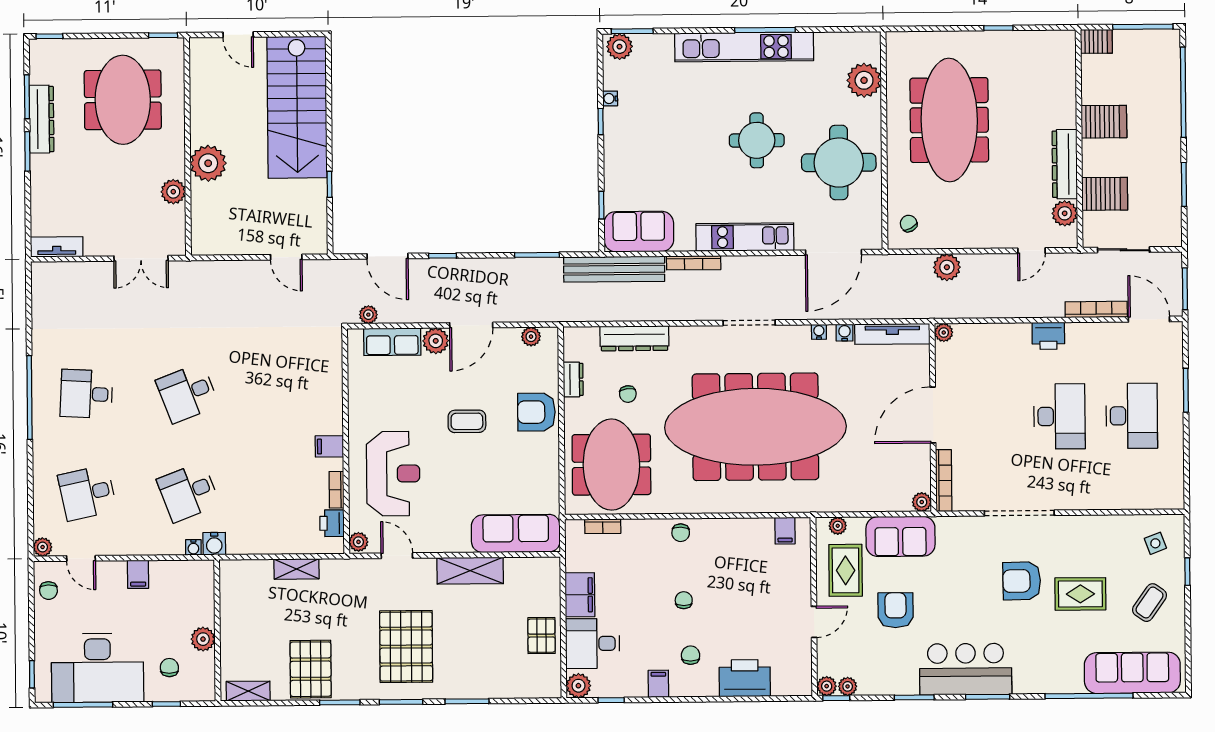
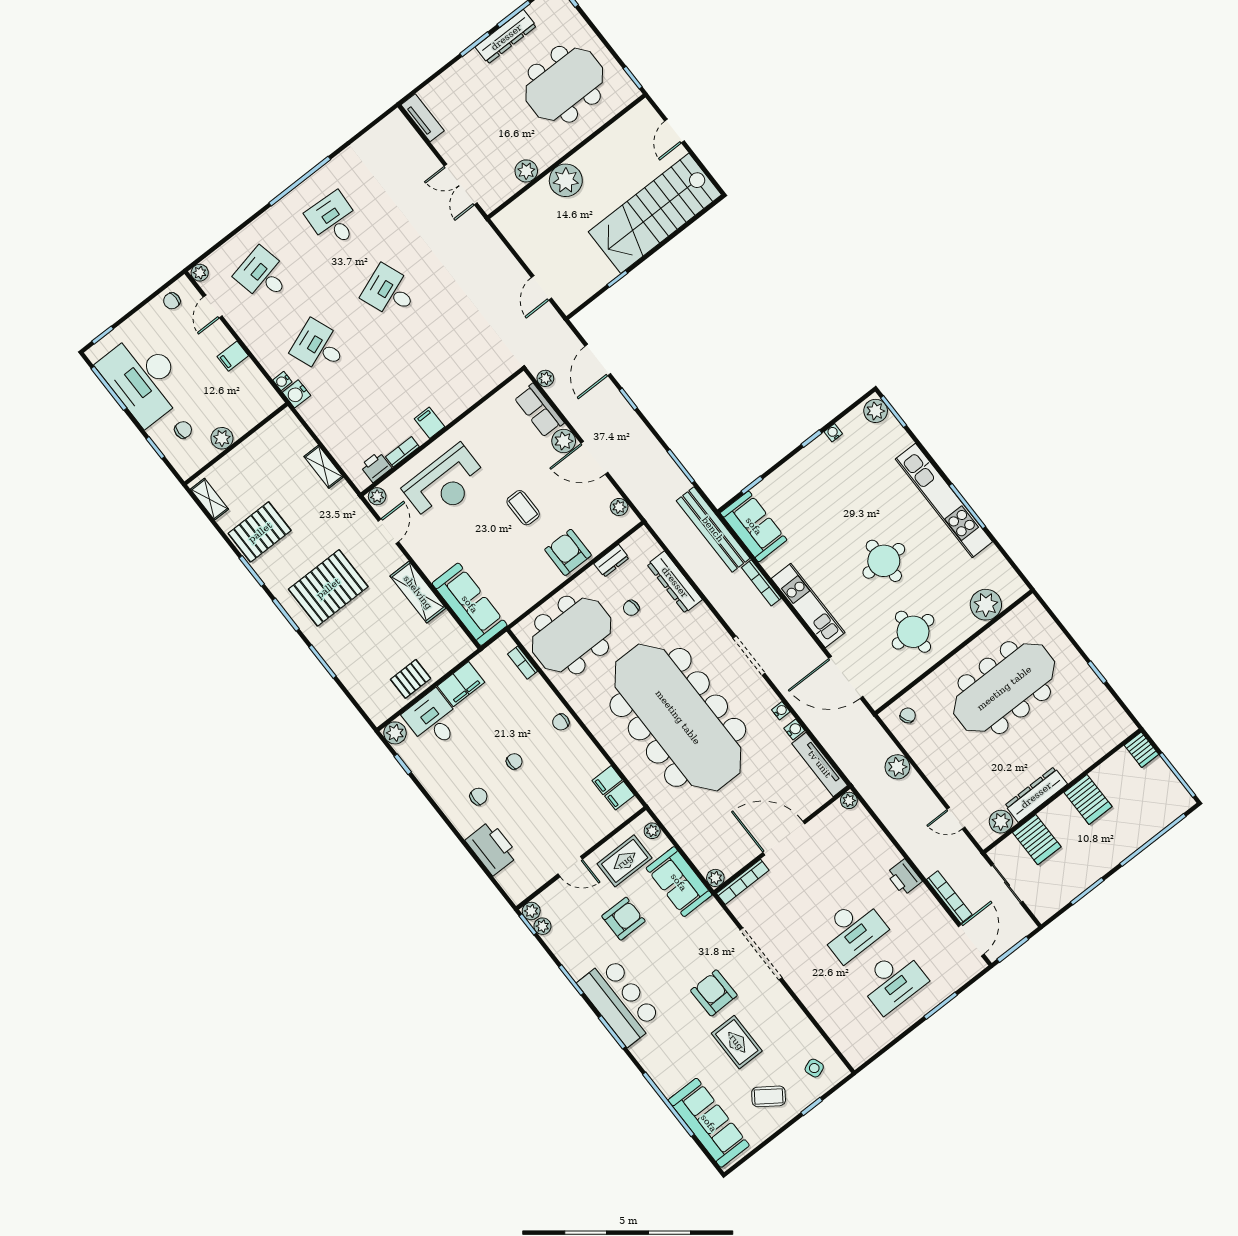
round table: (839, 163) -> (913, 632), width x0.73, depth x0.73
filing cabinet: (658, 684) -> (607, 780), moved, turned 180

